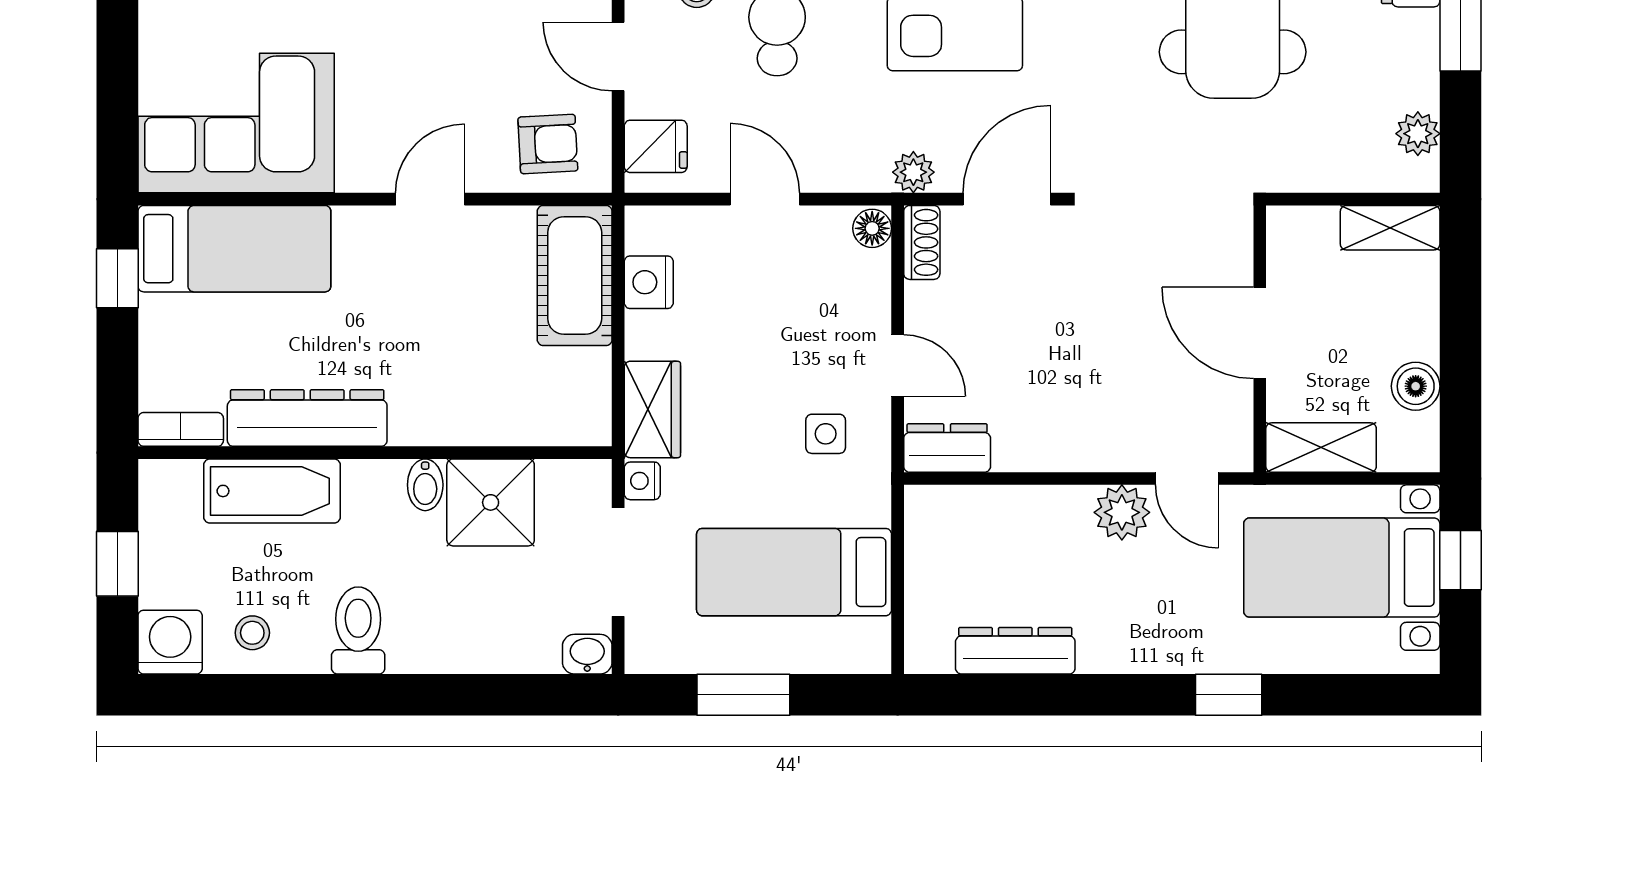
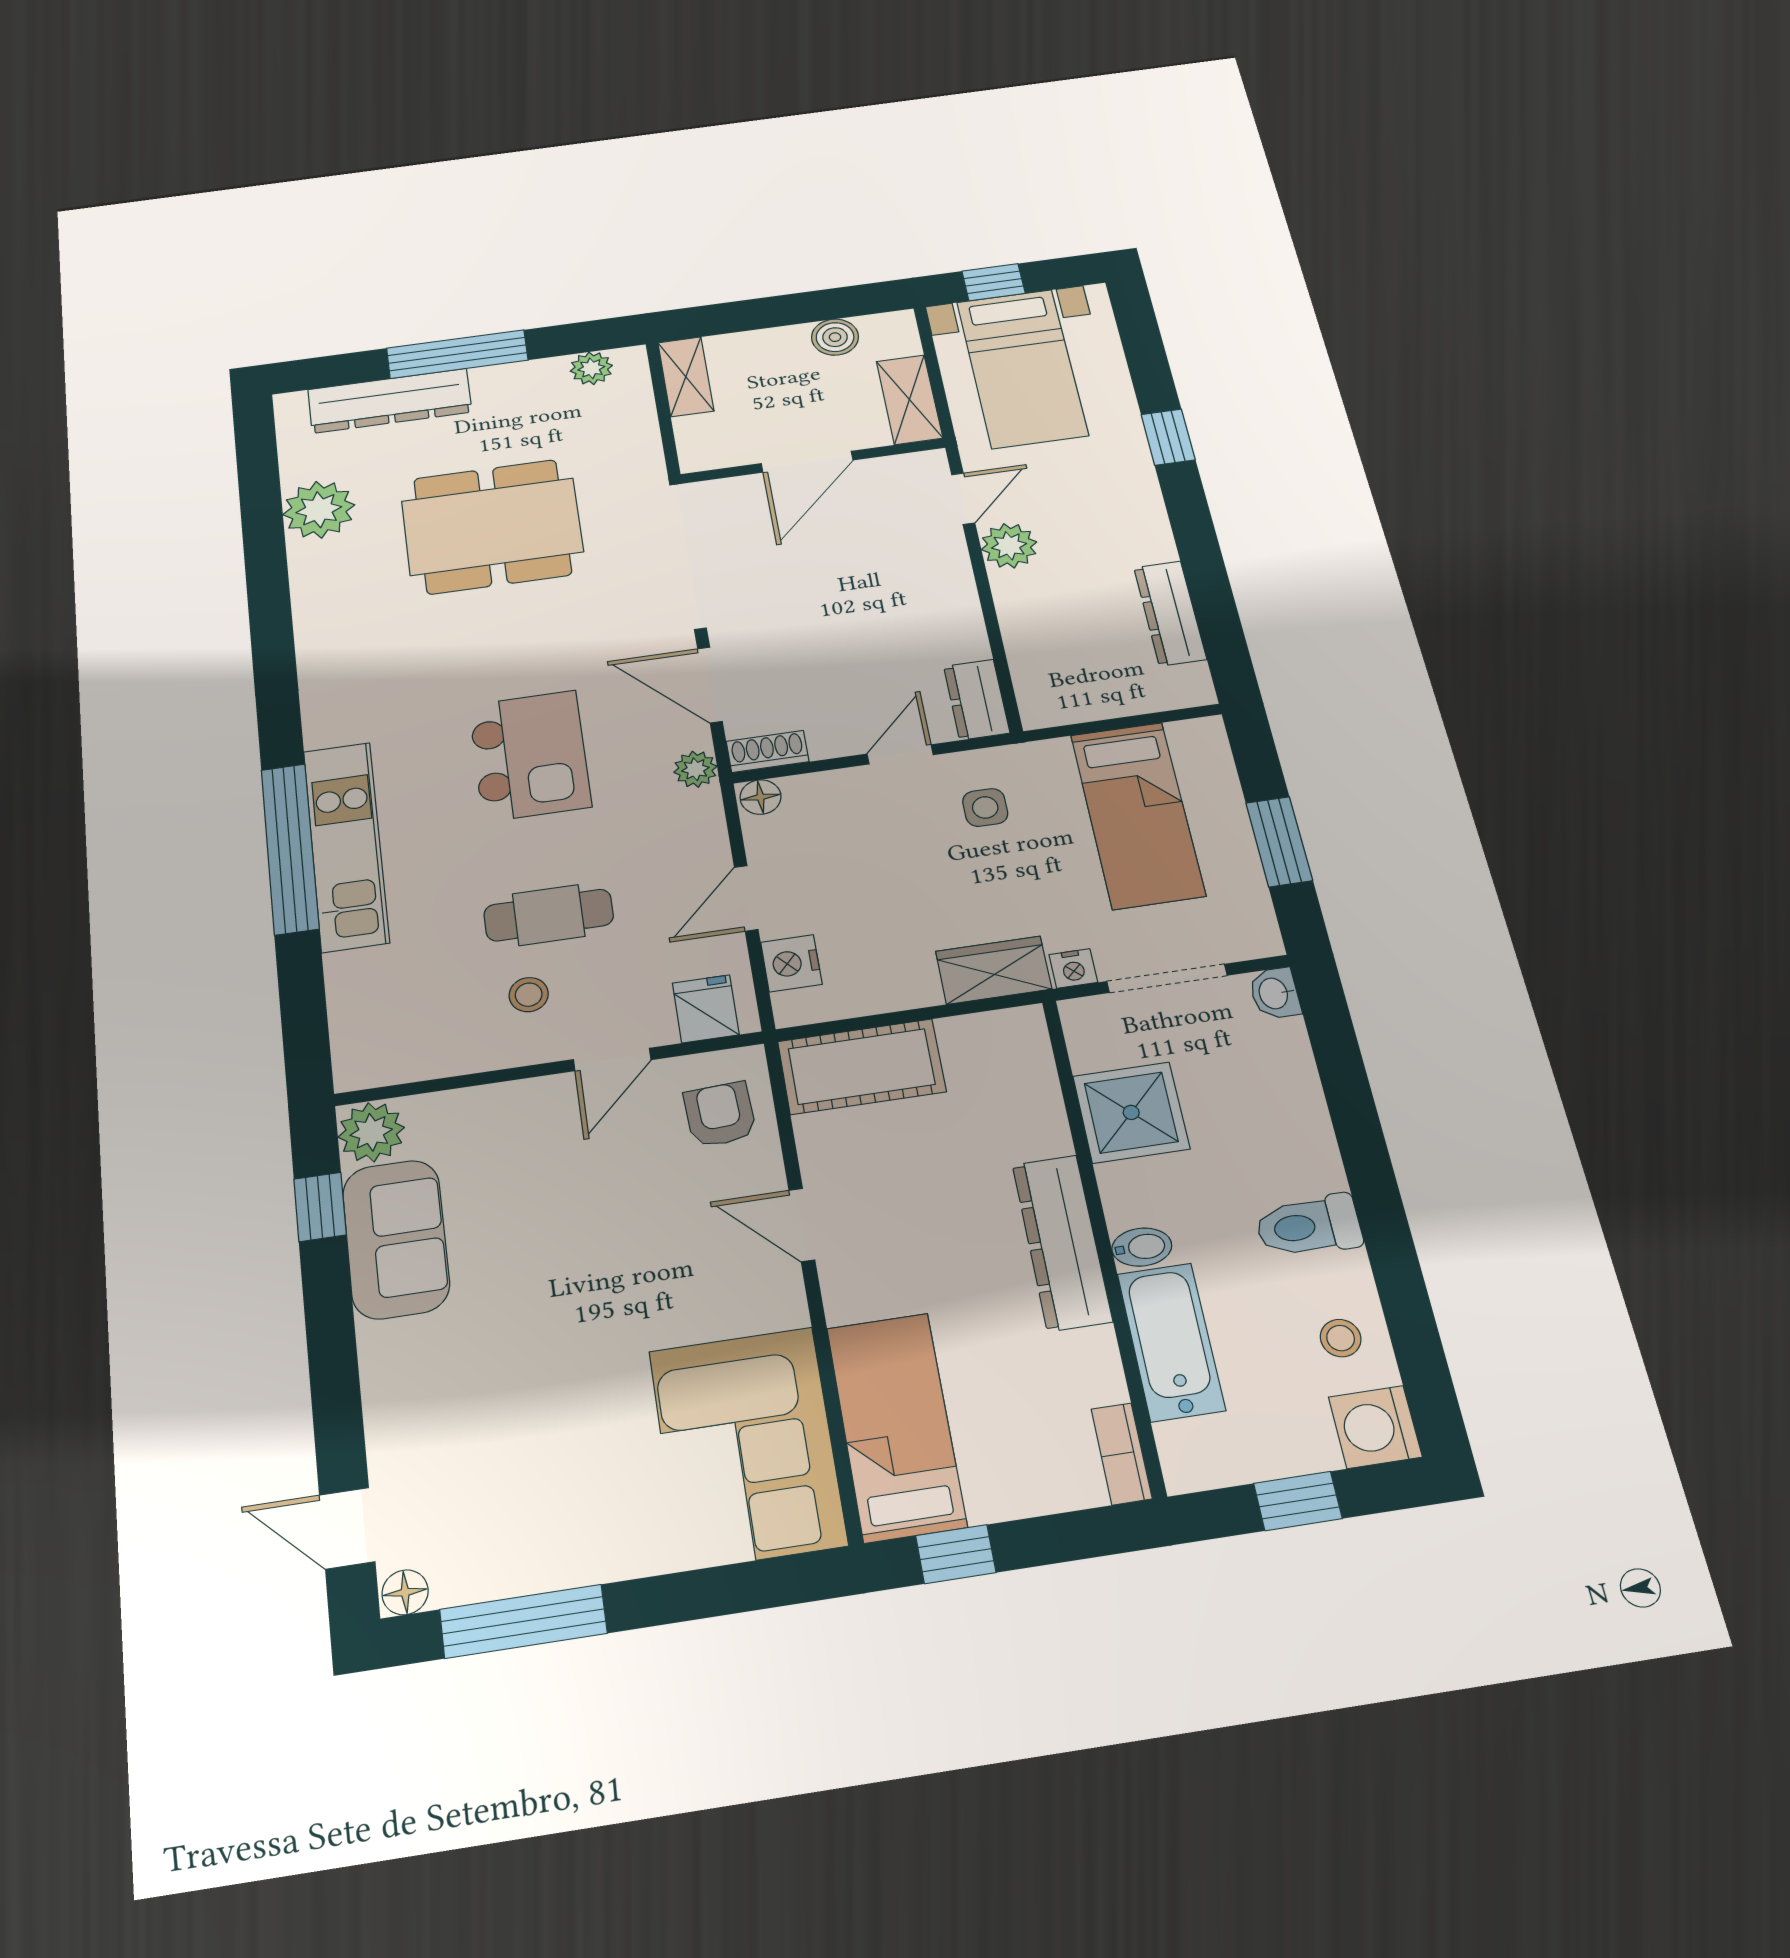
nightstand: (649, 282) -> (791, 963), moved, turned 90
dresser: (307, 418) -> (1062, 1242), moved
bidet: (425, 485) -> (1142, 1247), moved

